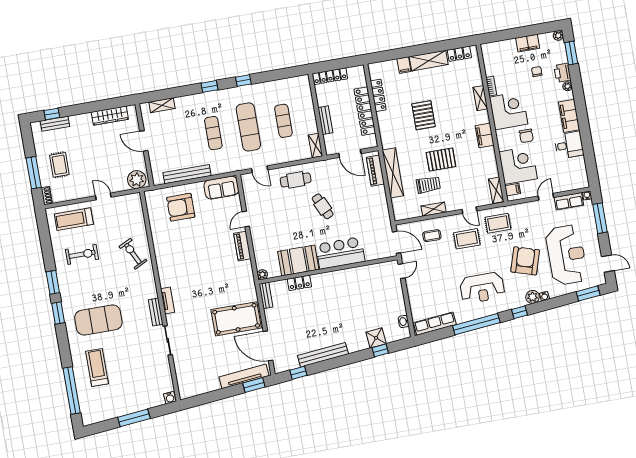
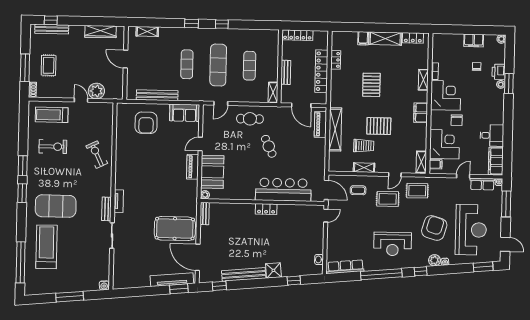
window: (571, 53) -> (509, 84), moved
locker: (378, 95) -> (336, 60), width x0.66
filing cabinet: (569, 116) -> (496, 161), moved
bench: (55, 124) -> (52, 29), width x1.36
door: (260, 169) -> (221, 103), hinge flipped
plant: (137, 180) -> (96, 91), moved
armchair: (181, 207) -> (146, 123), turned -90
door: (469, 210) -> (395, 175), hinge flipped
bar counter: (340, 253) -> (283, 190), width x1.36
booth: (298, 260) -> (212, 172), moved, turned 90
locker: (299, 283) -> (266, 209), moved
shower: (376, 338) -> (273, 270), moved
treadmill: (97, 367) -> (46, 247), width x1.37, depth x1.38

